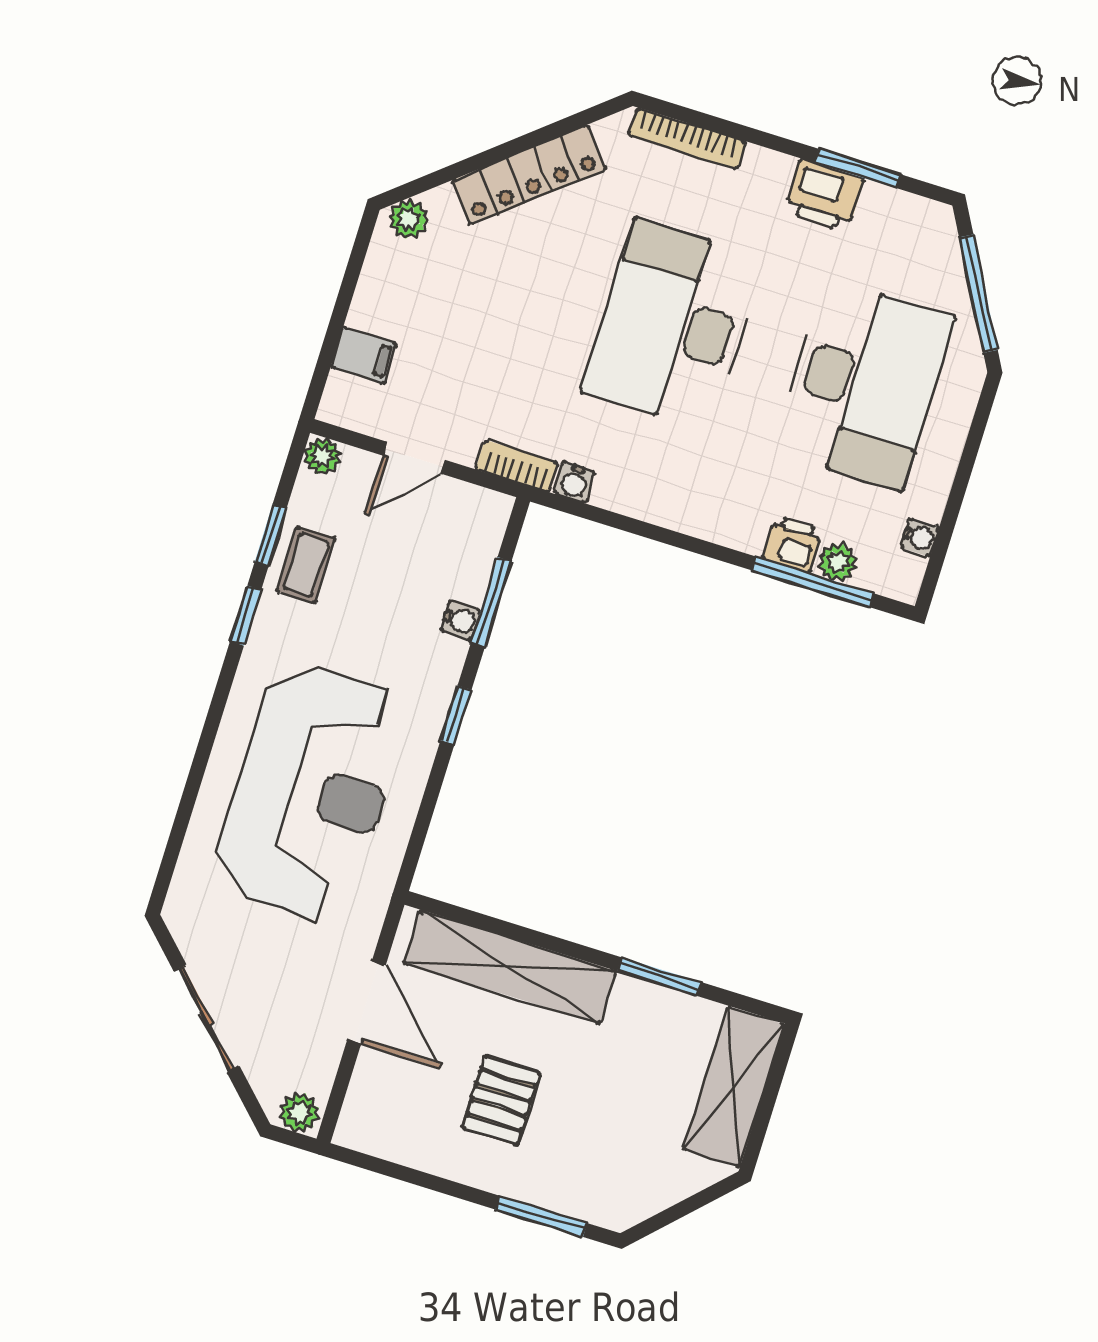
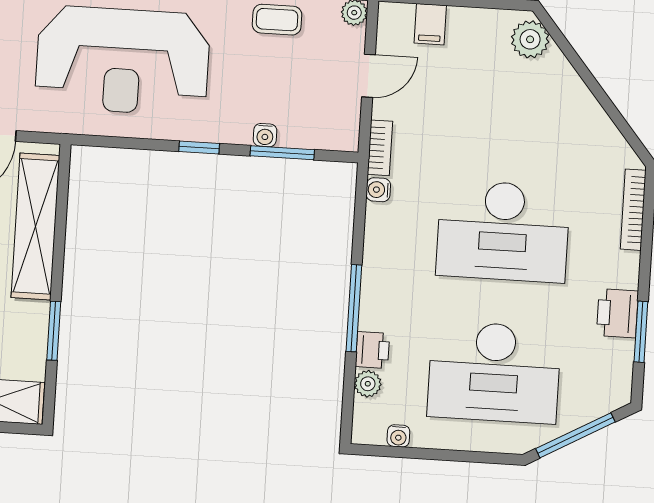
locker: (529, 175) -> (582, 107), removed
plant: (409, 219) -> (530, 39), width x1.38, depth x1.38
desk: (673, 325) -> (503, 231), turned 180
door: (414, 458) -> (369, 76), swing flipped
window: (813, 582) -> (354, 308), moved

